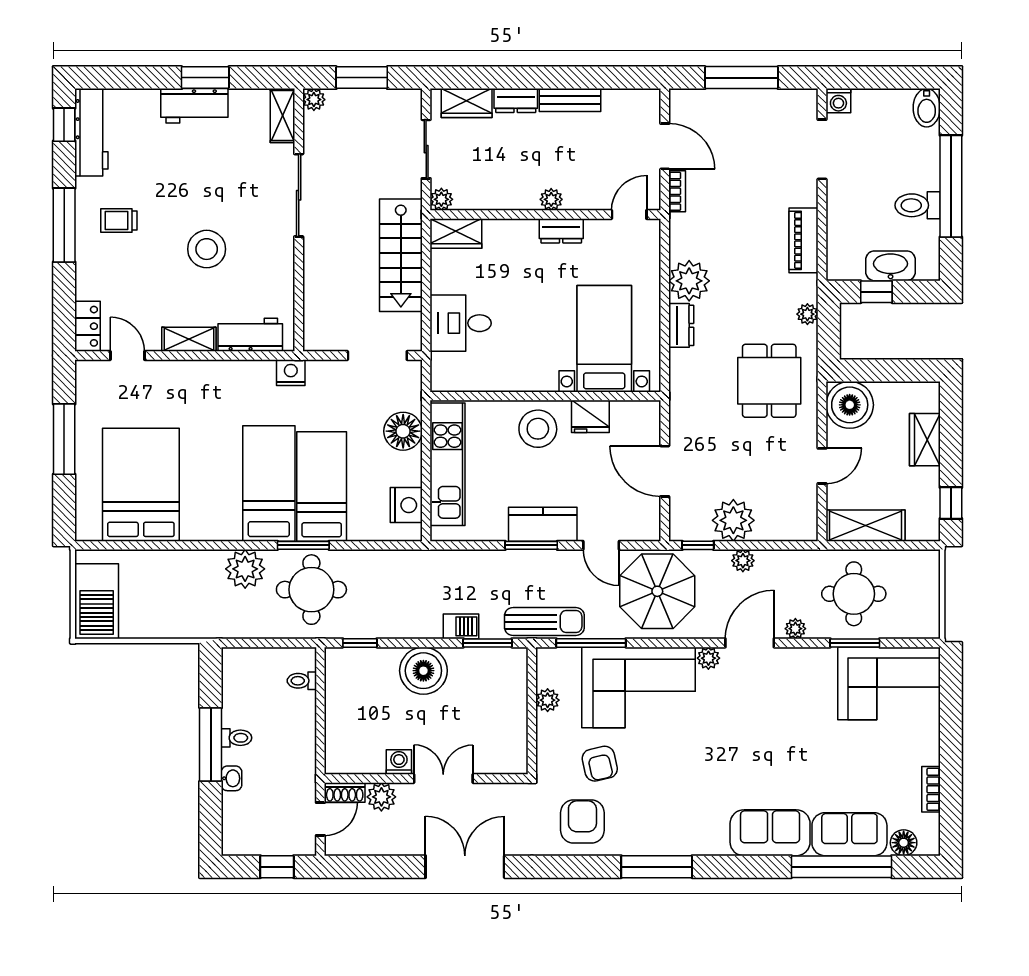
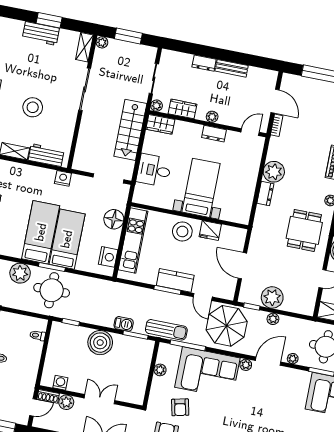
wardrobe: (467, 103) -> (183, 109), moved, turned 180
bed with nightstands: (604, 339) -> (201, 188), moved
washing machine: (399, 762) -> (60, 383), moved

